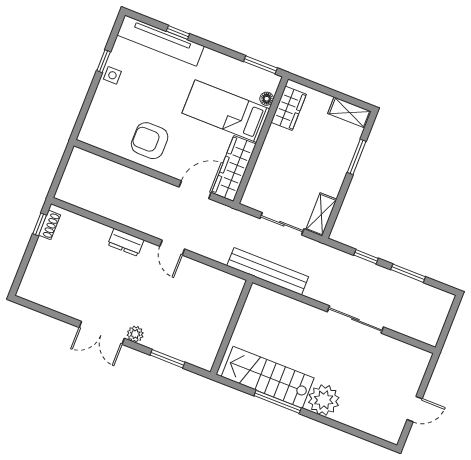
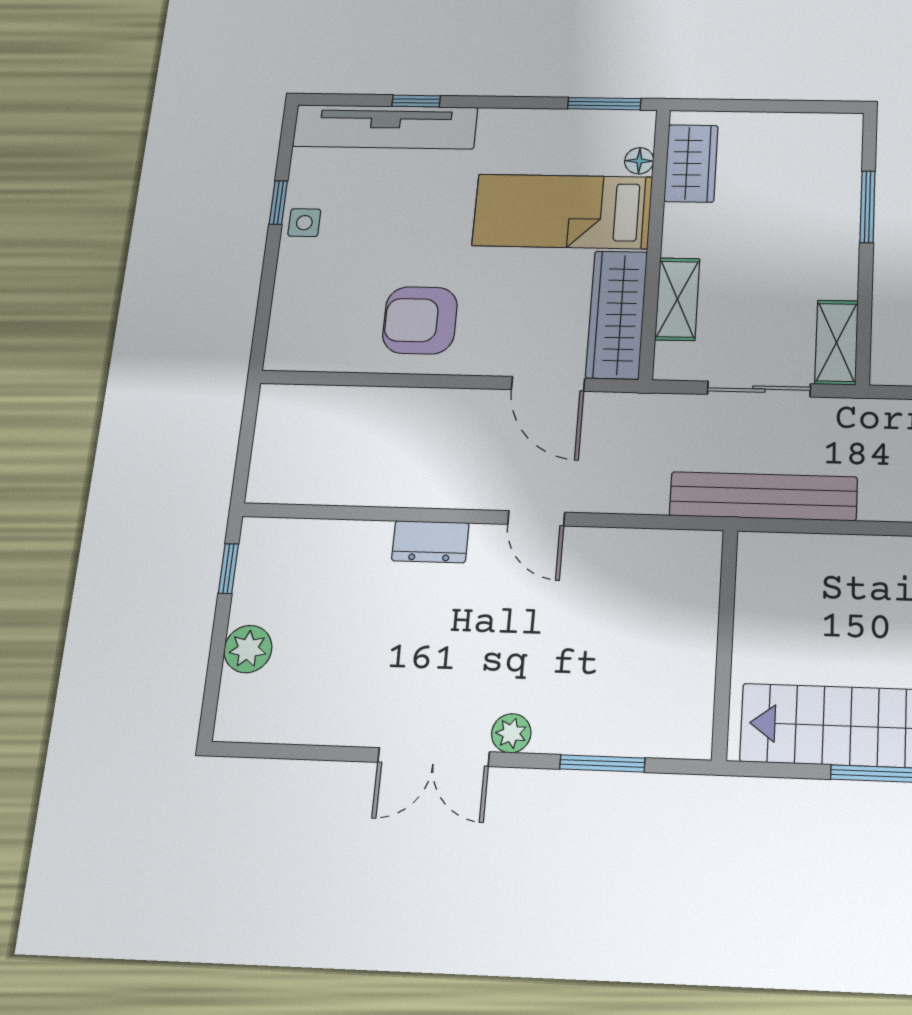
shelving: (350, 112) -> (677, 299), moved, turned 90
door: (195, 190) -> (548, 384), swing flipped
shoe rack: (50, 225) -> (251, 562), removed
plant: (39, 262) -> (248, 649), added

